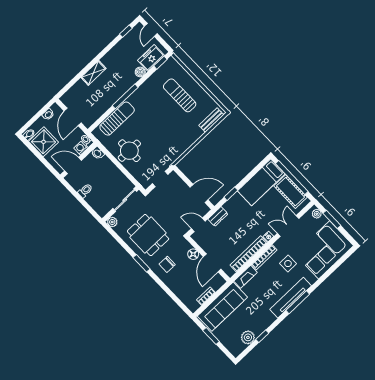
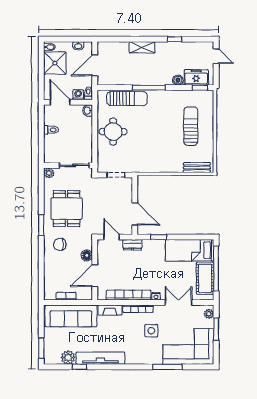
door: (151, 30) -> (216, 56), swing flipped
window: (126, 31) -> (175, 39), moved
tv unit: (291, 298) -> (100, 358), moved
window: (298, 302) -> (167, 367), moved
window: (211, 336) -> (41, 348), moved

